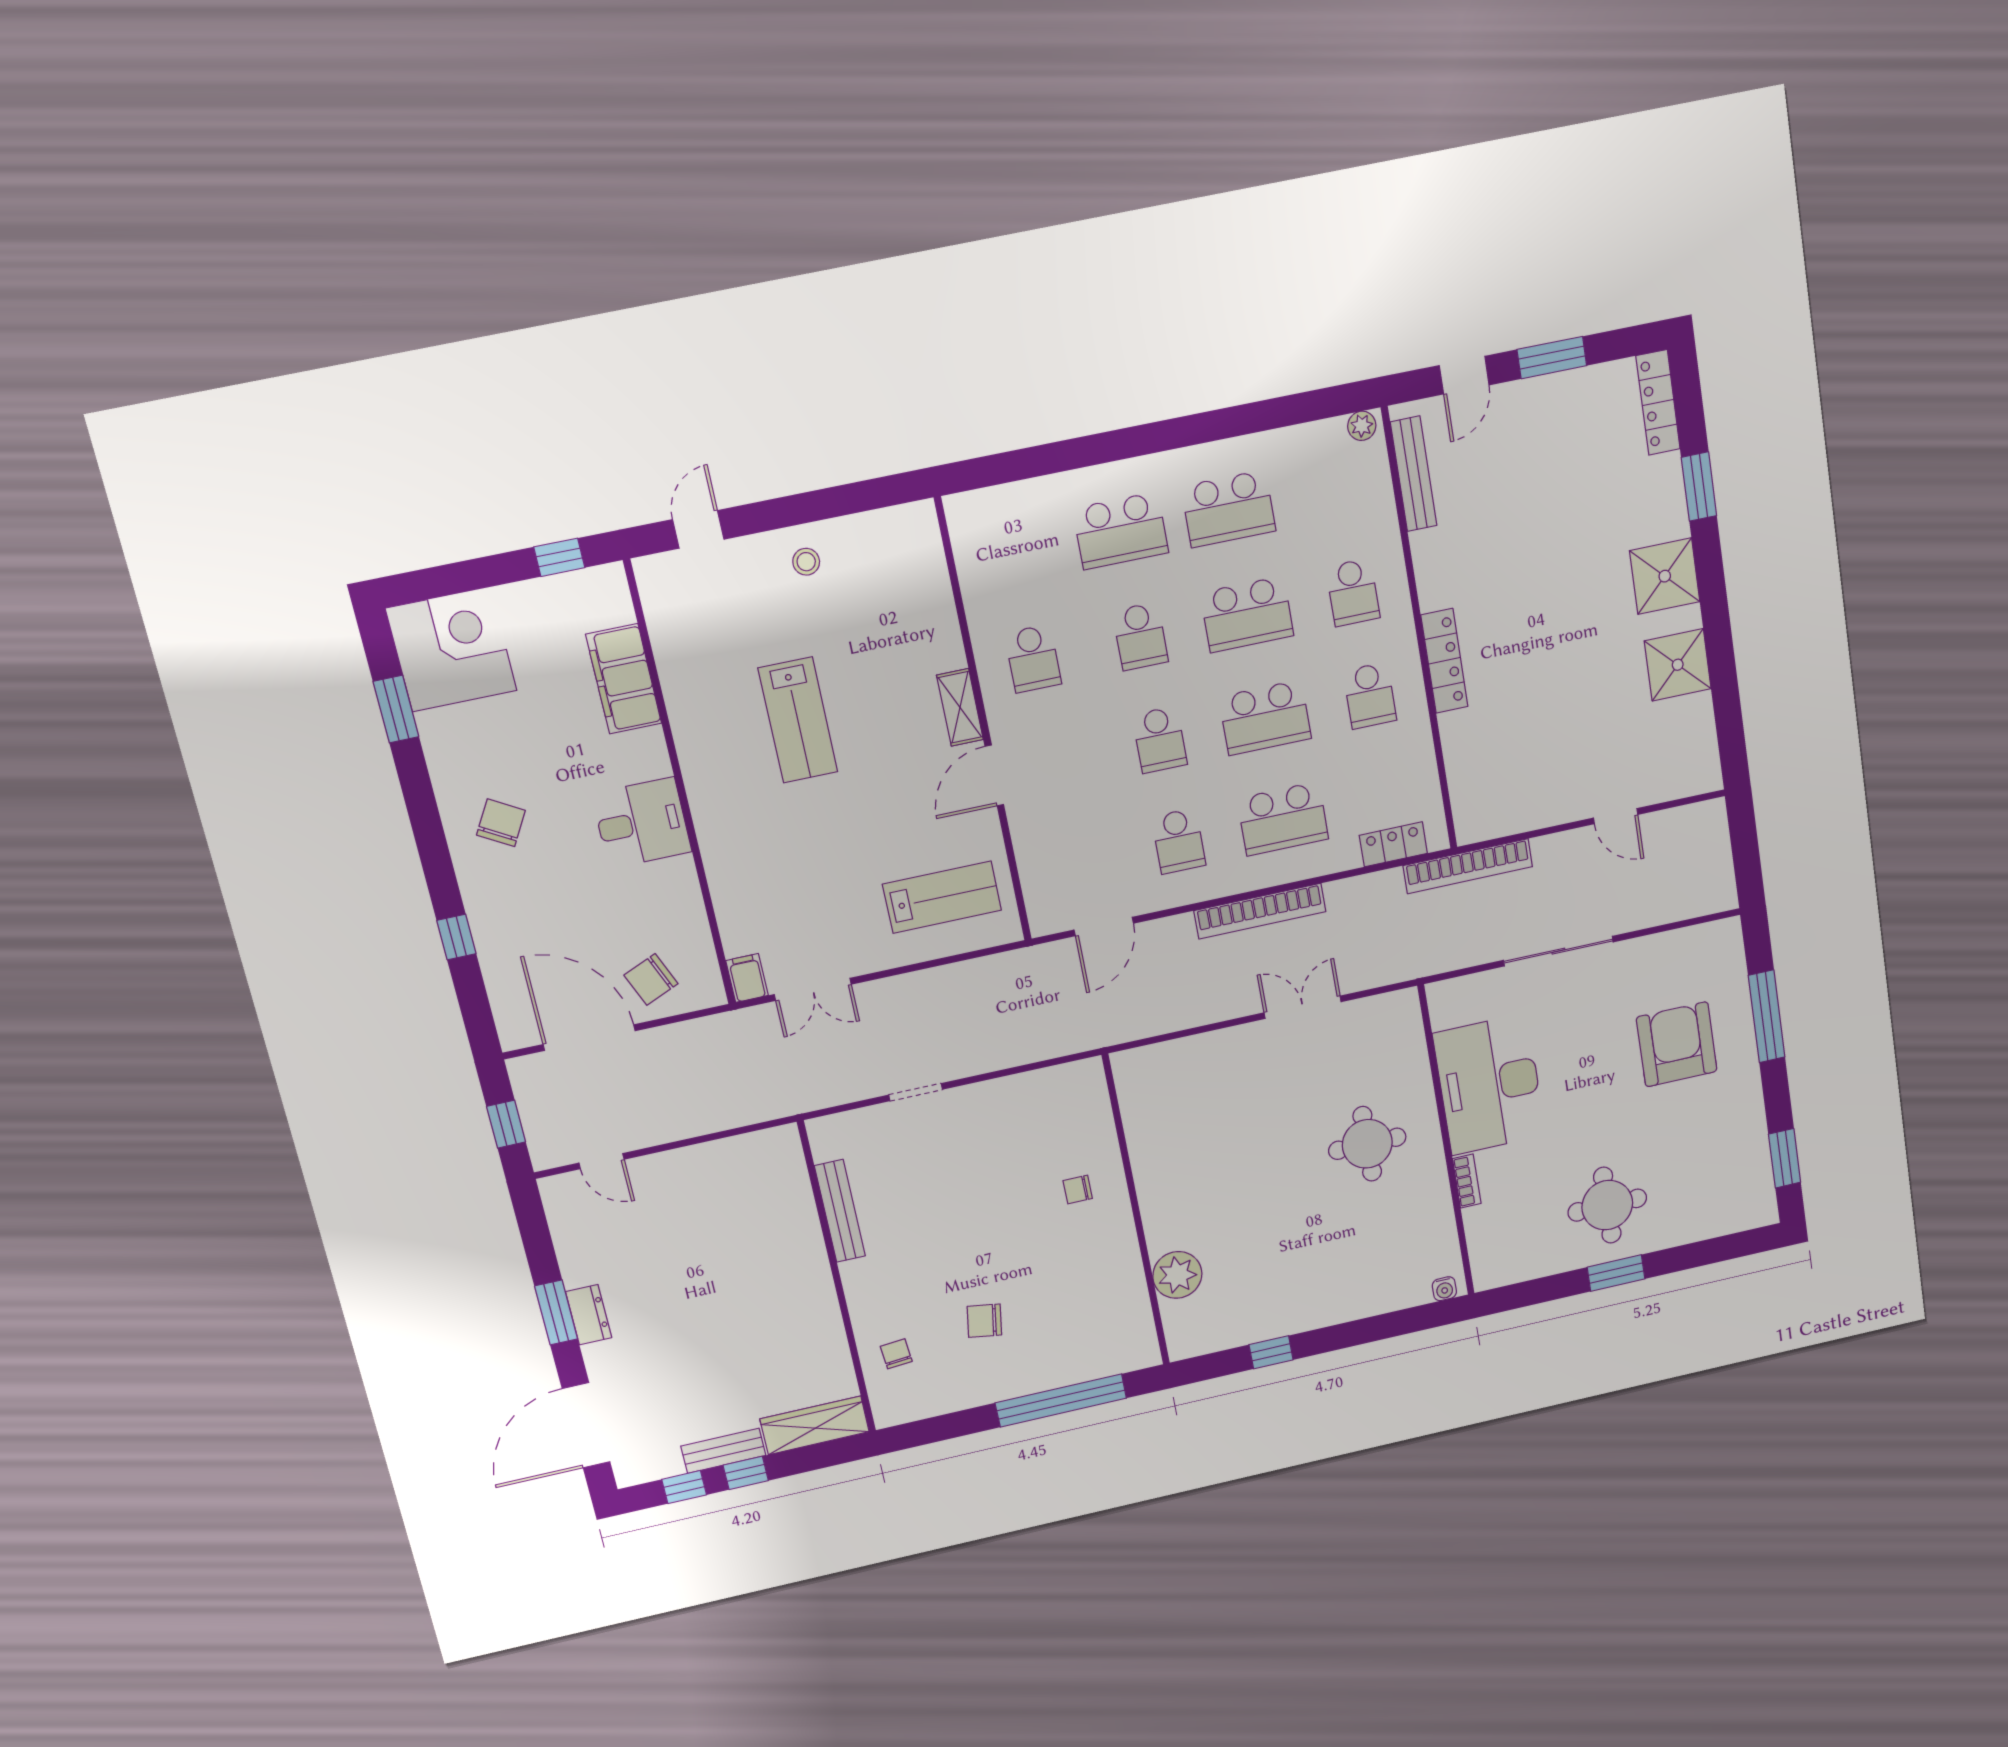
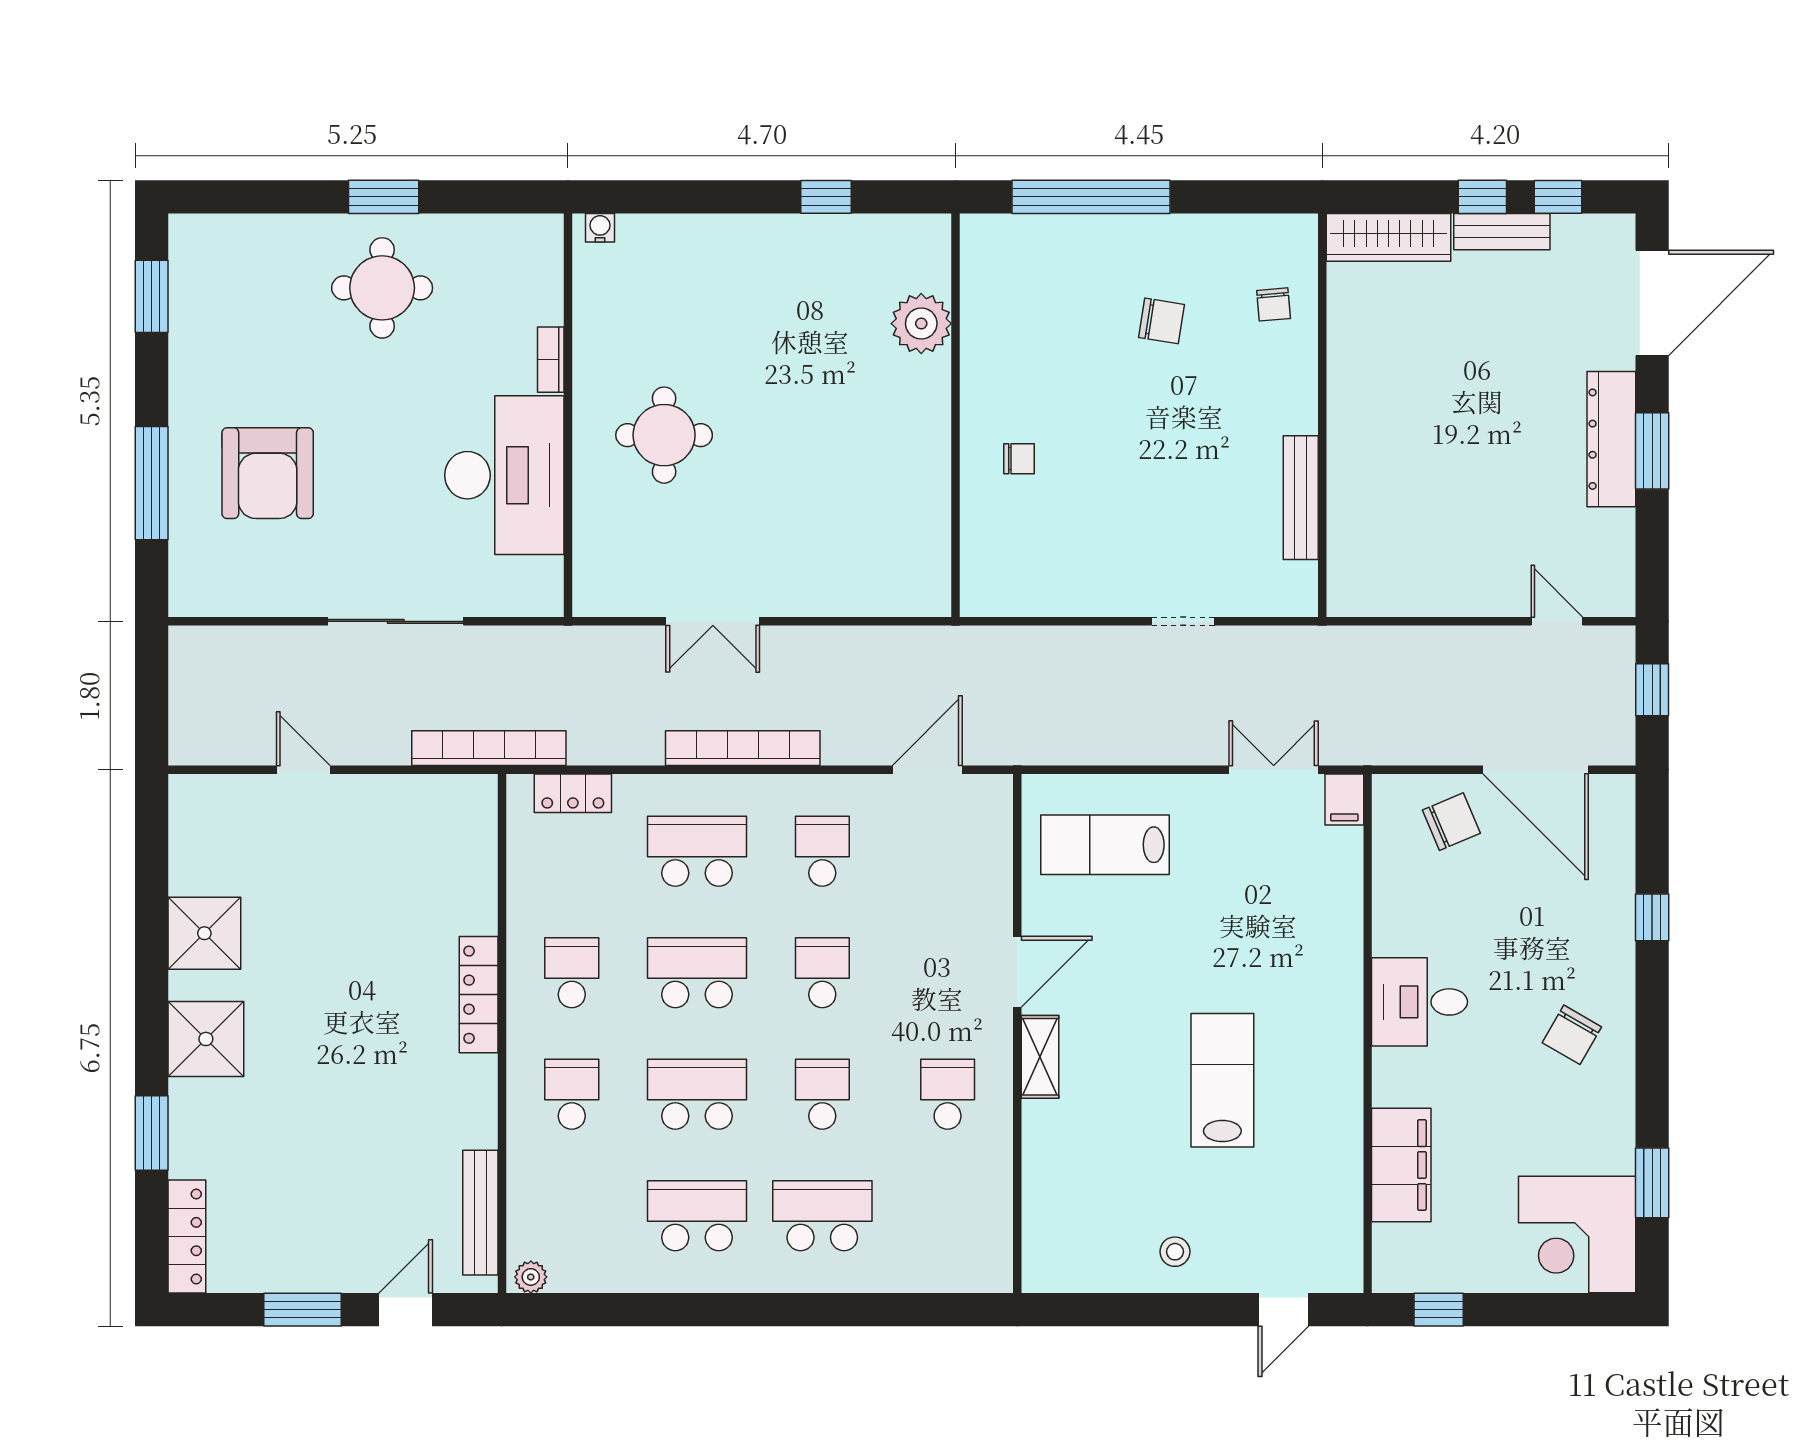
dresser: (589, 1315) -> (1611, 439), width x1.96, depth x1.24

